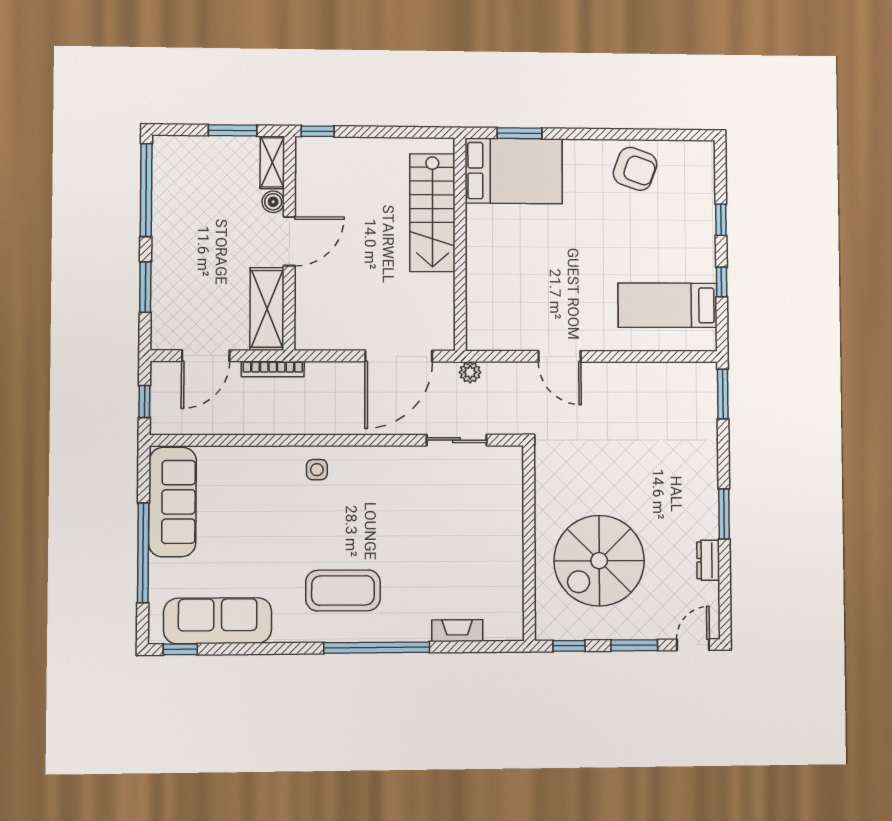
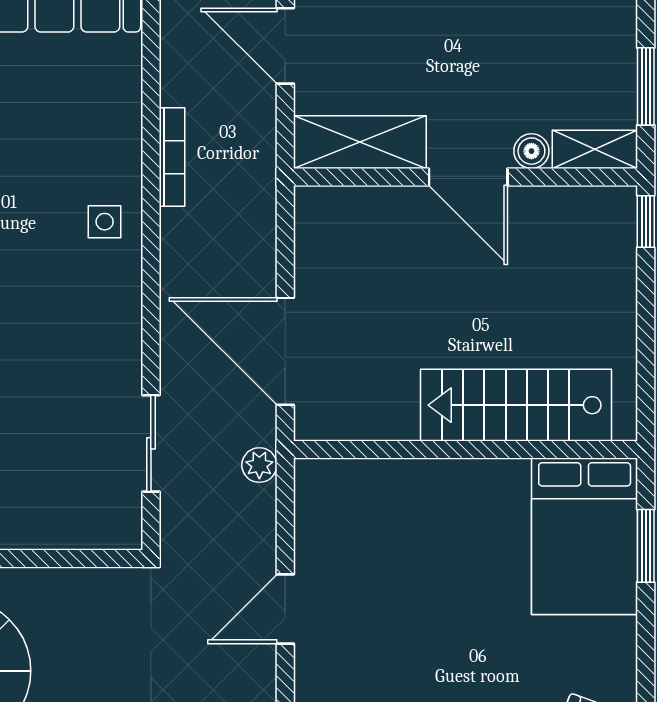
bookcase: (273, 369) -> (172, 157), moved, turned 180

